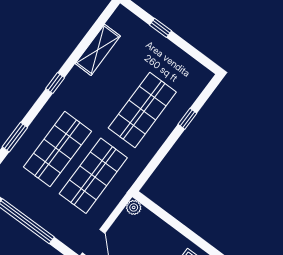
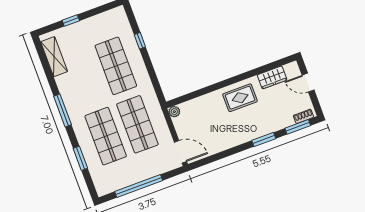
shelving: (98, 50) -> (54, 57), moved
window: (55, 83) -> (63, 110), width x2.17

